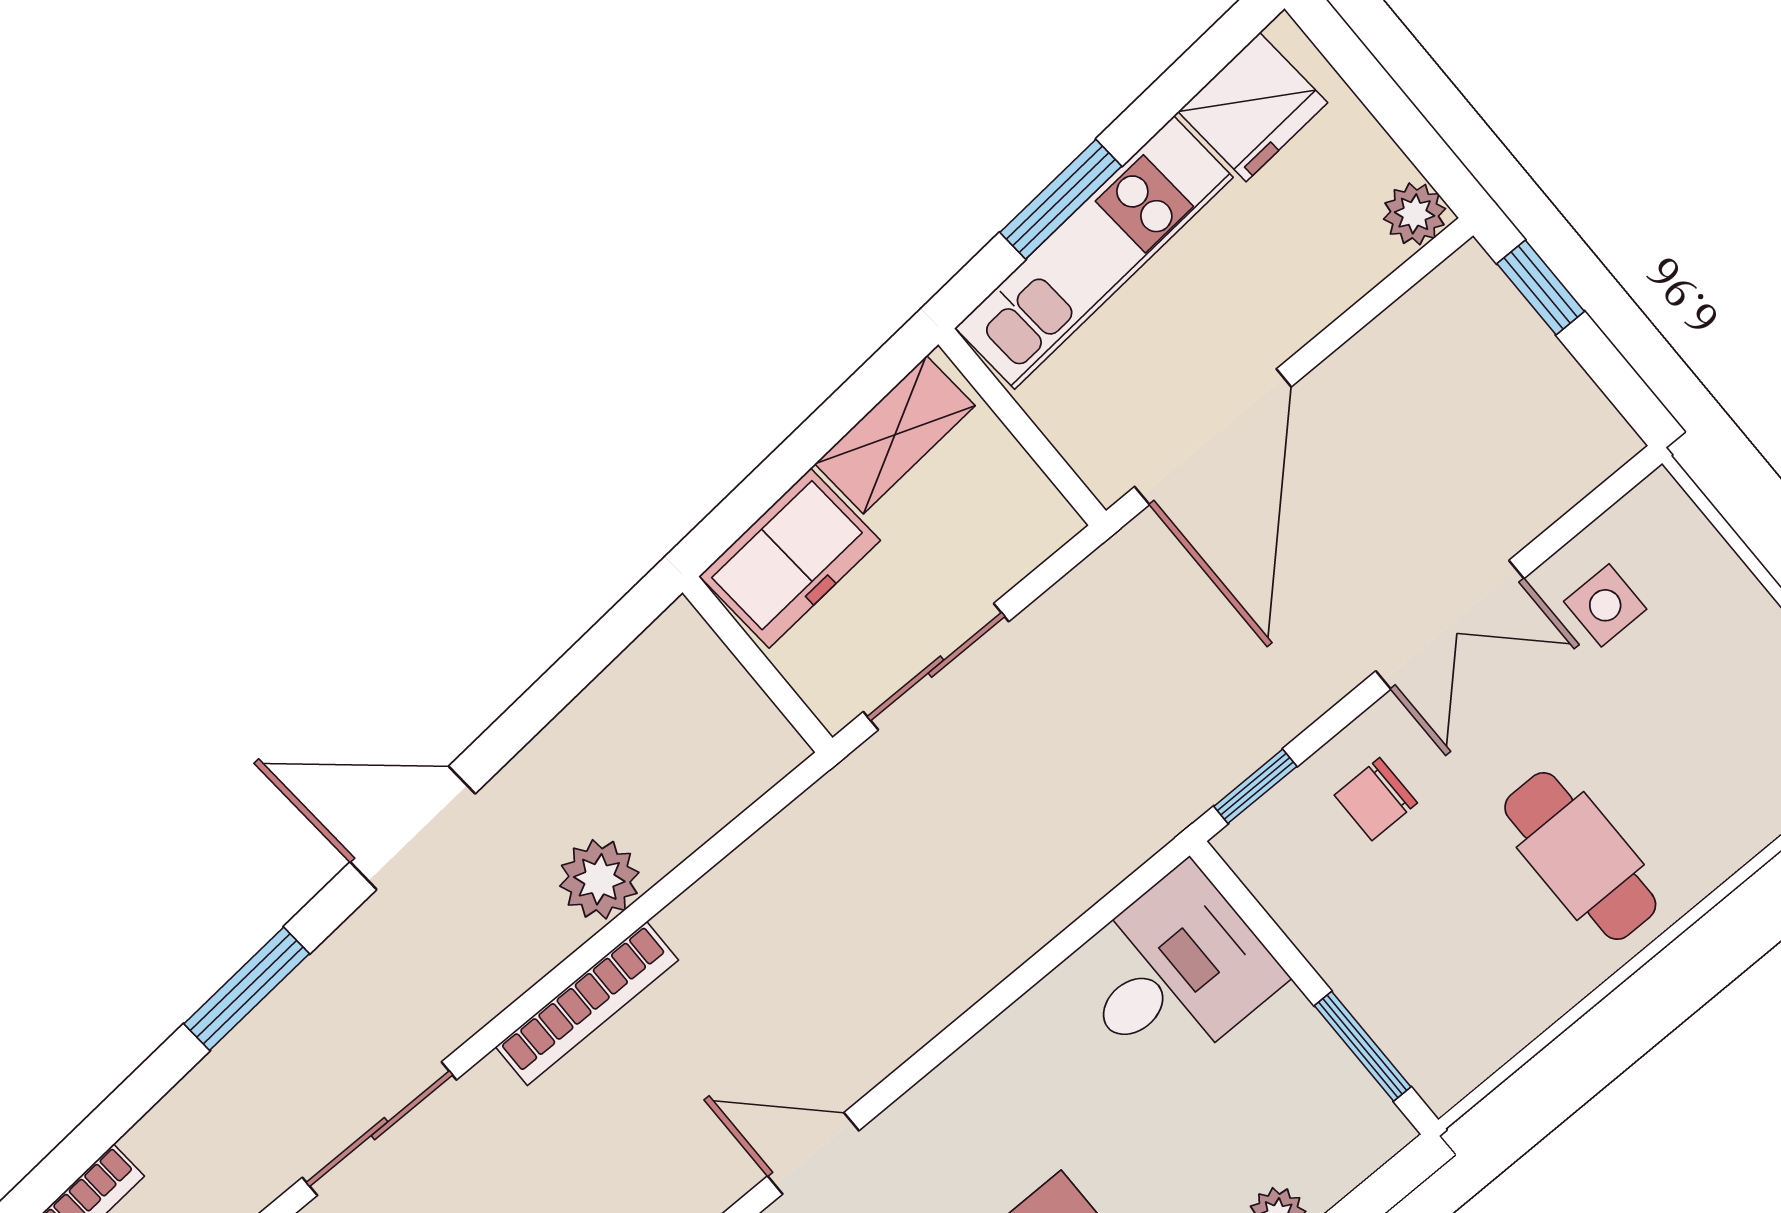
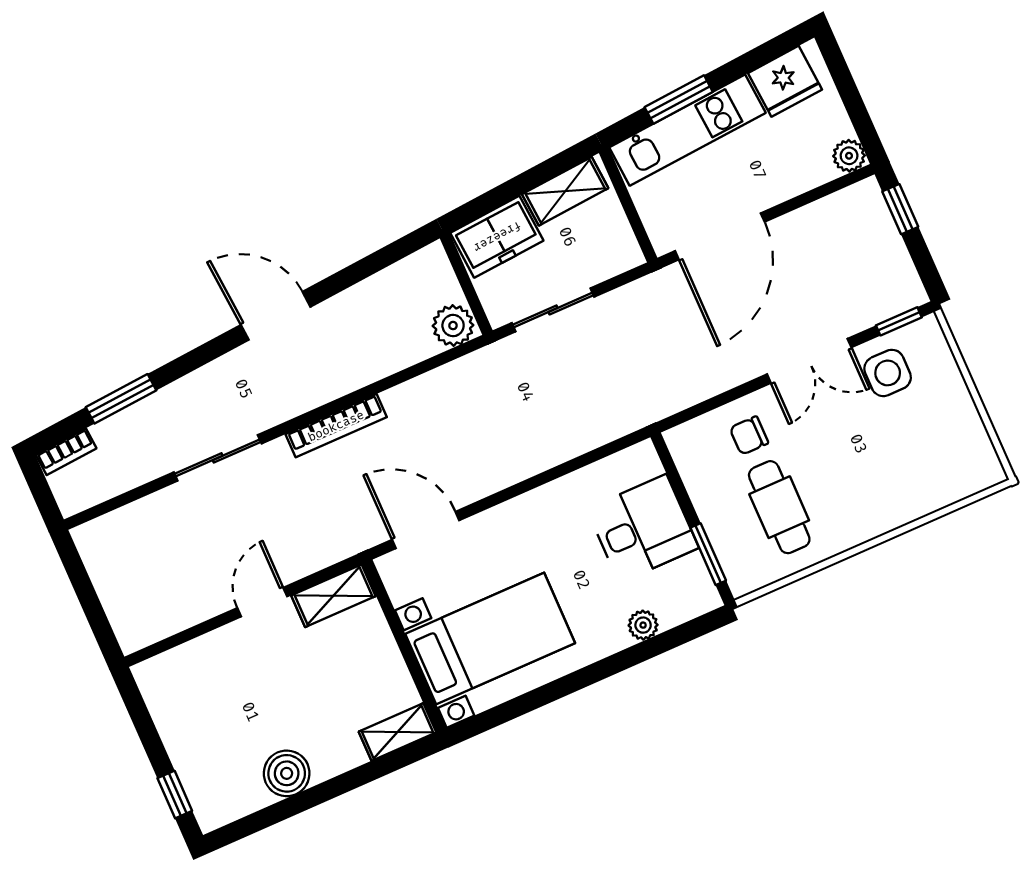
side table: (1605, 605) -> (888, 373), width x1.37, depth x1.37
window: (1255, 786) -> (899, 321), moved
cafe table: (1580, 856) -> (779, 507), moved
plant: (599, 879) -> (453, 326), moved
desk: (1174, 972) -> (643, 528), moved
window: (247, 989) -> (121, 399), moved
door: (813, 1153) -> (426, 530), width x1.38

